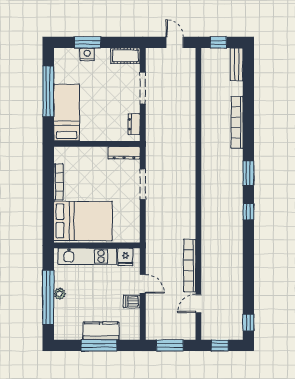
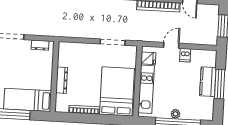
dresser: (124, 153) -> (62, 80), moved
doorway: (143, 184) -> (113, 42), moved

